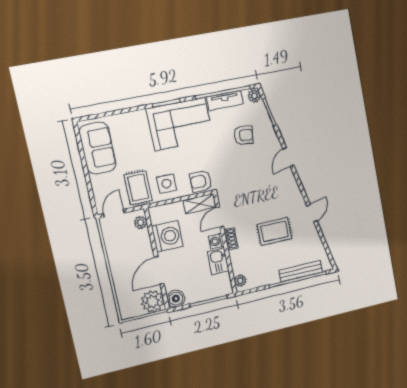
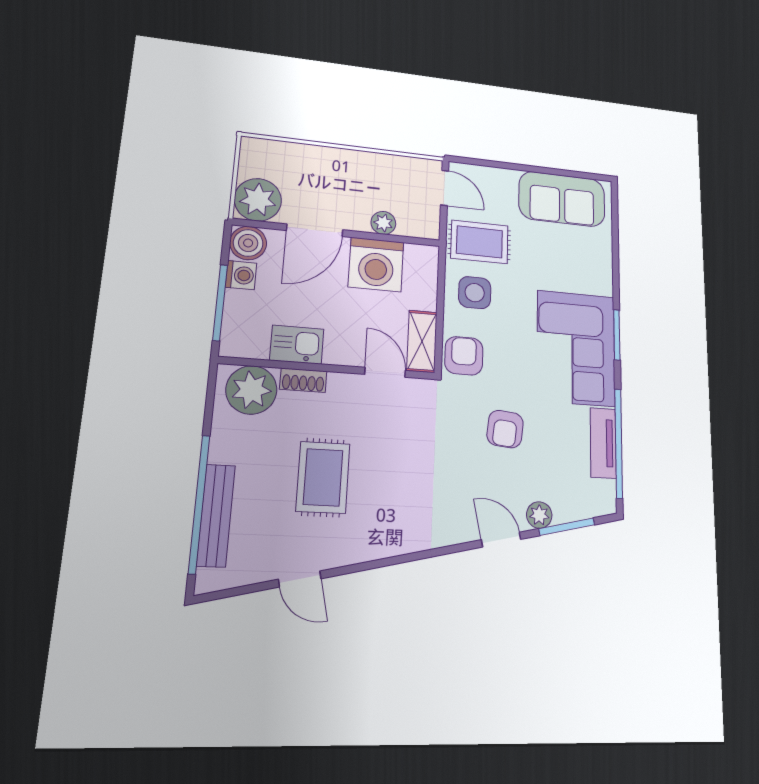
plant: (254, 96) -> (539, 515), moved
armchair: (244, 135) -> (505, 429), moved
door: (288, 157) -> (501, 539), moved
door: (312, 213) -> (300, 579), moved
plant: (141, 222) -> (383, 223), moved
shoe rack: (231, 239) -> (303, 380), moved
washing machine: (216, 241) -> (241, 275), moved, turned 90
door: (159, 271) -> (315, 230), swing flipped
plant: (240, 281) -> (251, 390), width x1.87, depth x1.87

